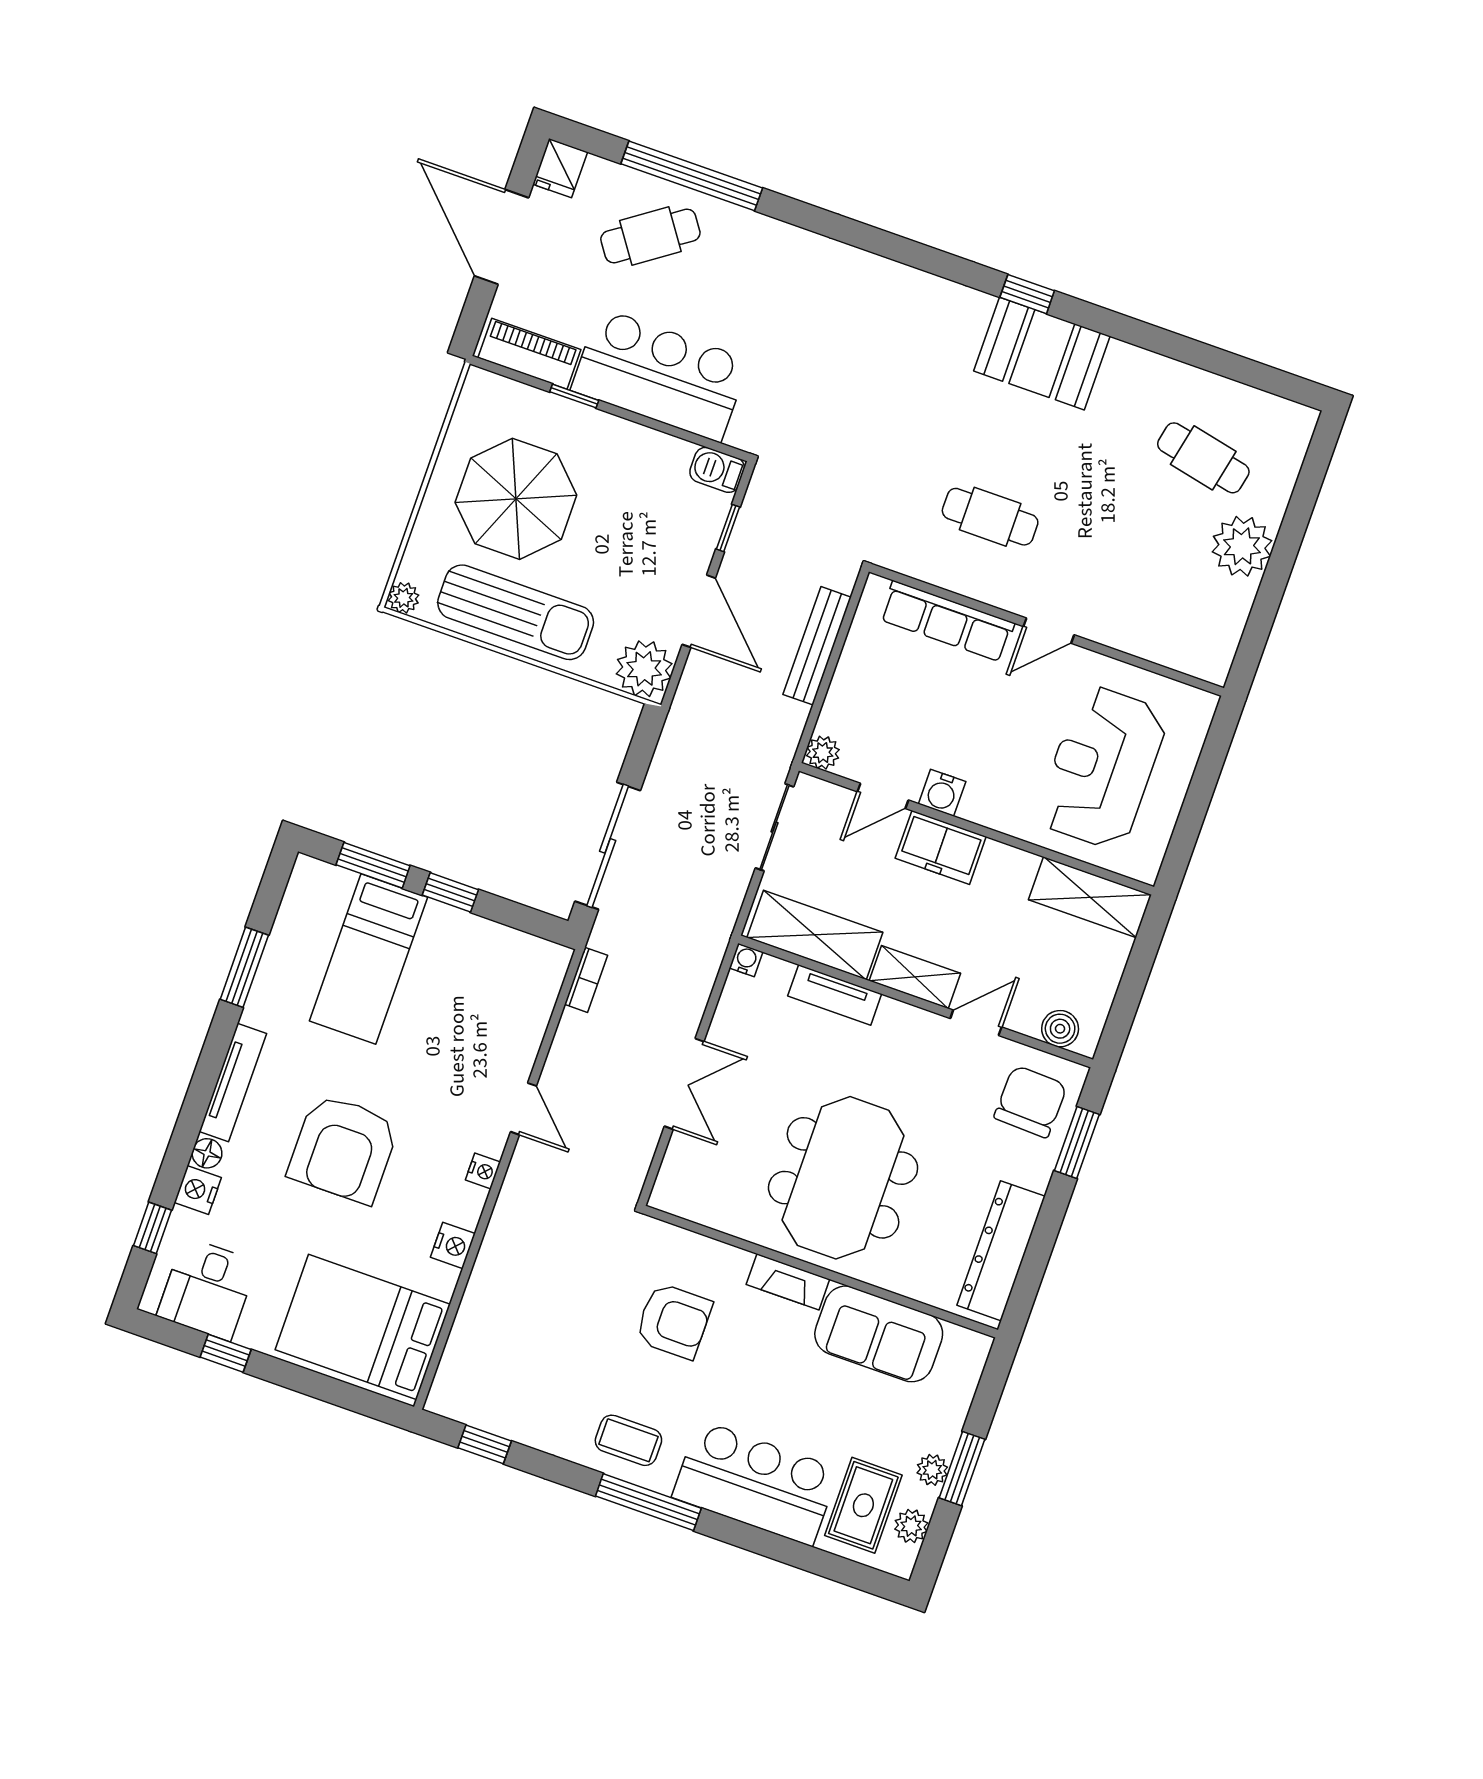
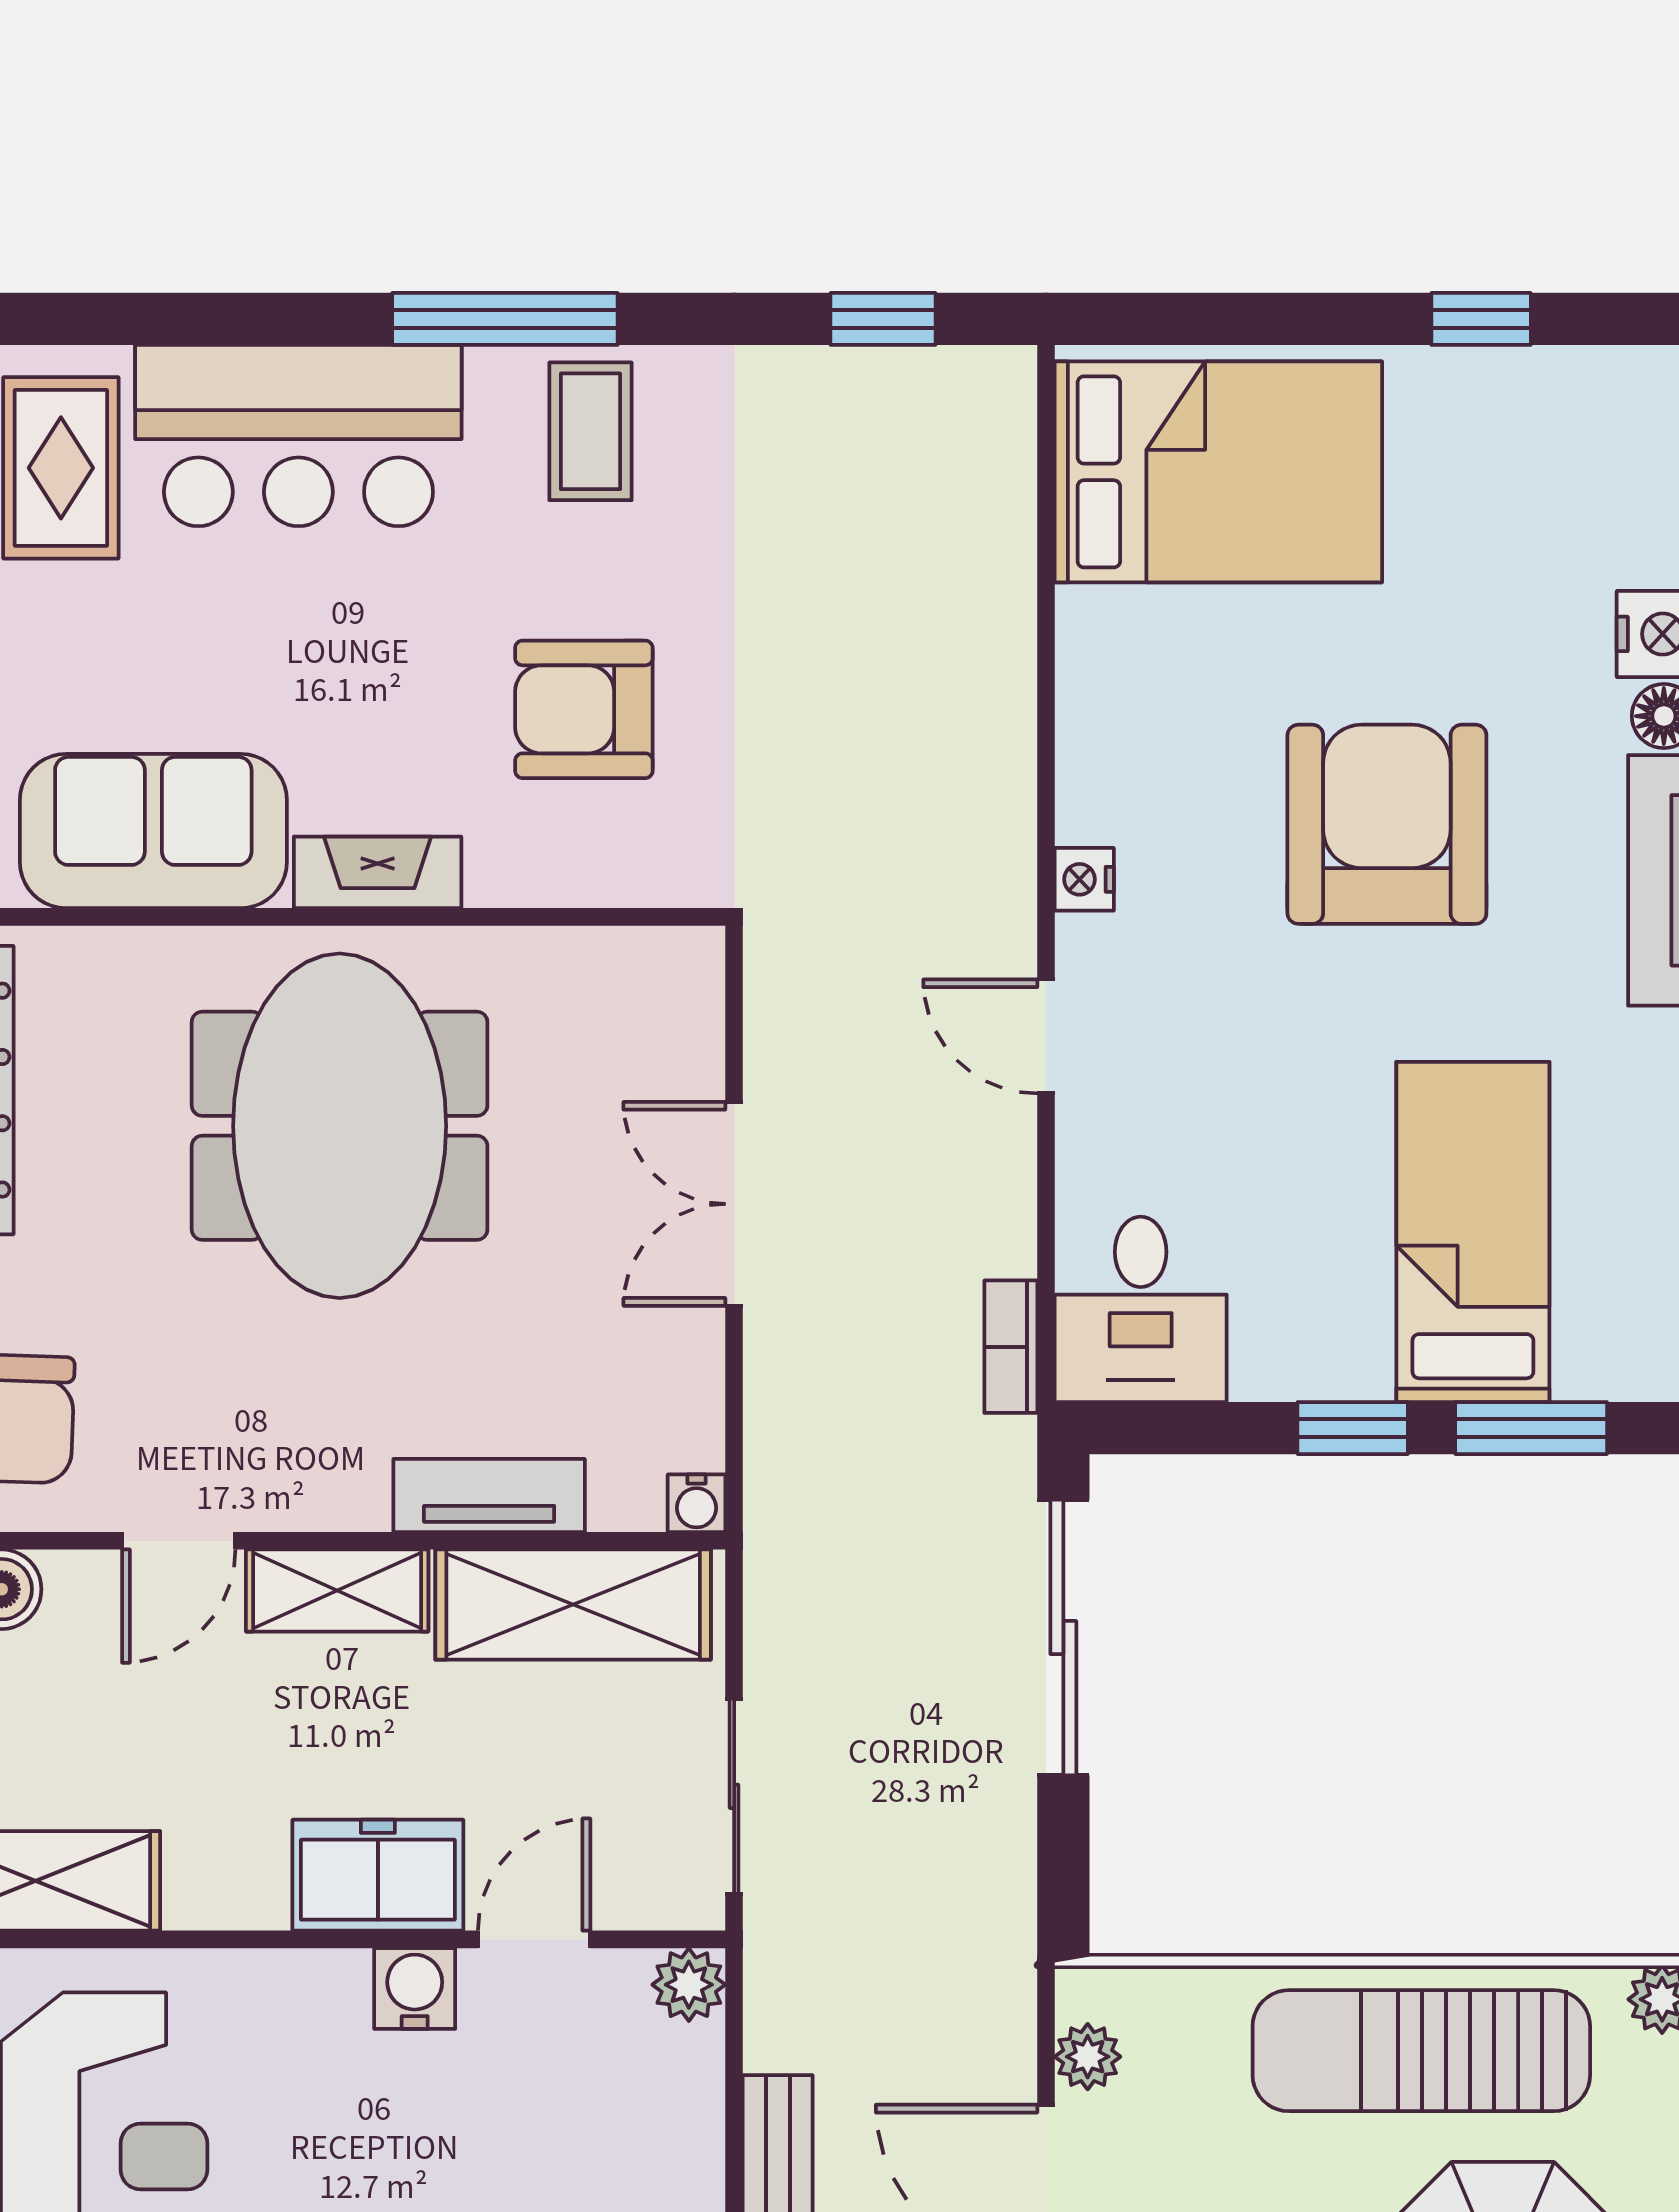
plant: (644, 669) -> (1088, 2057), width x0.53, depth x0.53
nightstand: (453, 1245) -> (1092, 705), removed
desk: (207, 1289) -> (1141, 1309), moved, turned 180
coffee table: (628, 1440) -> (591, 431), turned 90

